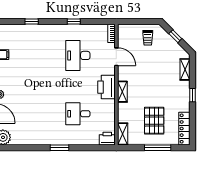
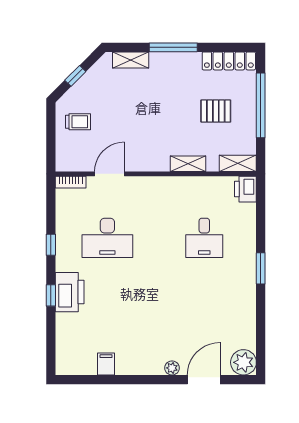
window: (32, 21) -> (51, 295), moved
printer: (107, 87) -> (70, 292), moved, turned -90
shelving: (122, 92) -> (188, 164), moved
window: (193, 95) -> (173, 47), width x2.17
pallet: (154, 121) -> (216, 111), width x0.67, depth x0.71
window: (158, 148) -> (261, 105), width x1.46

